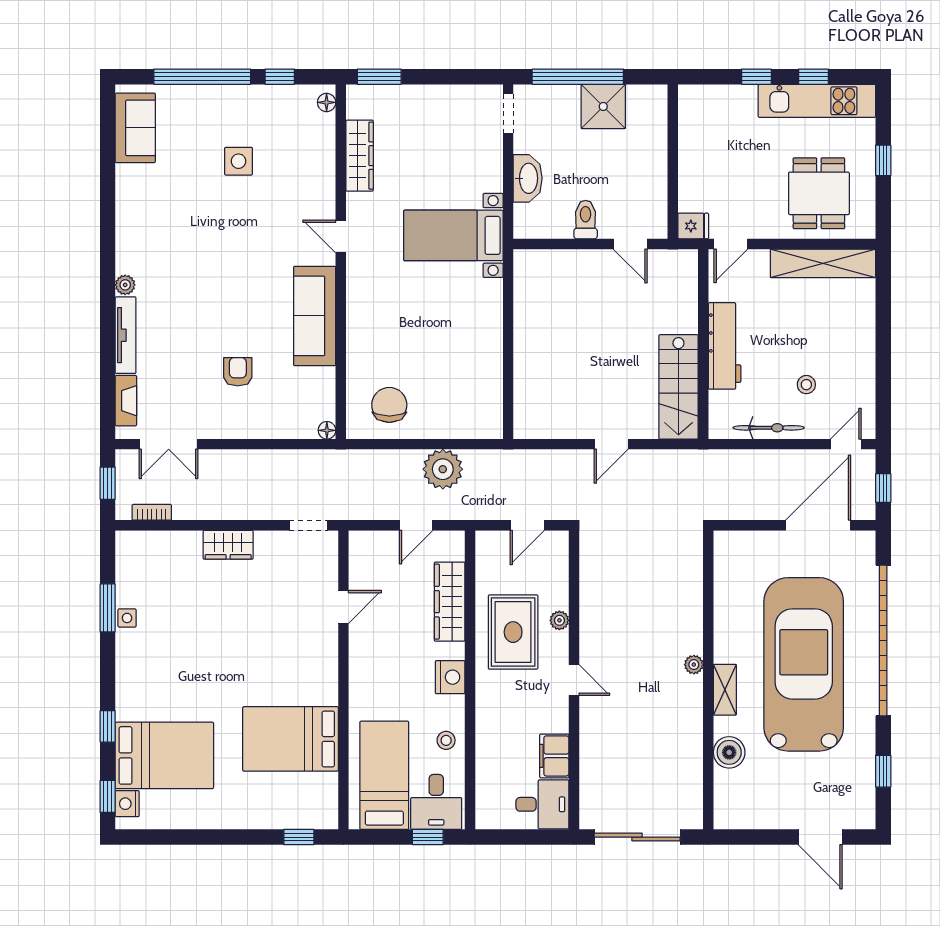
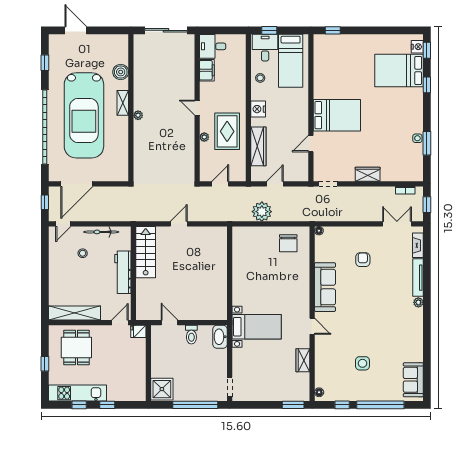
shower: (603, 106) -> (162, 389), moved
wardrobe: (360, 156) -> (303, 360), width x0.67
washbasin: (528, 178) -> (220, 337), moved
armchair: (238, 372) -> (363, 260), turned 180
bed: (290, 739) -> (337, 115), moved

